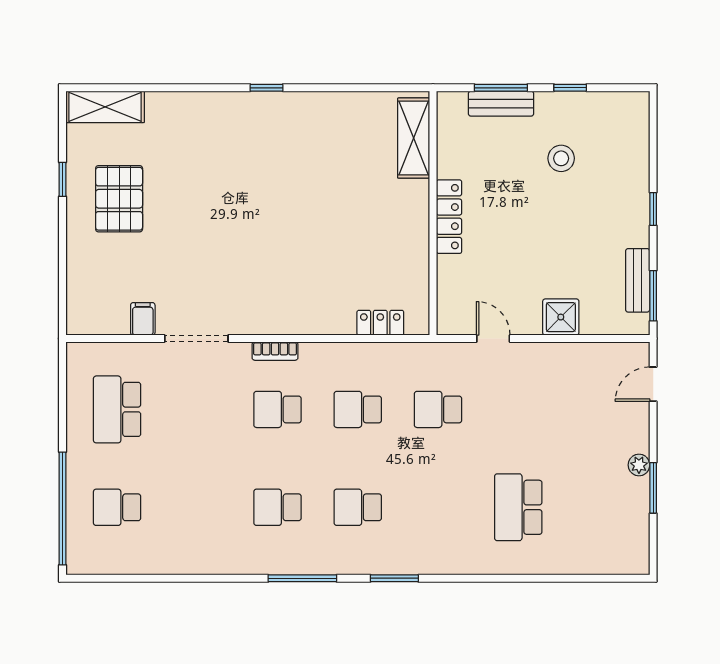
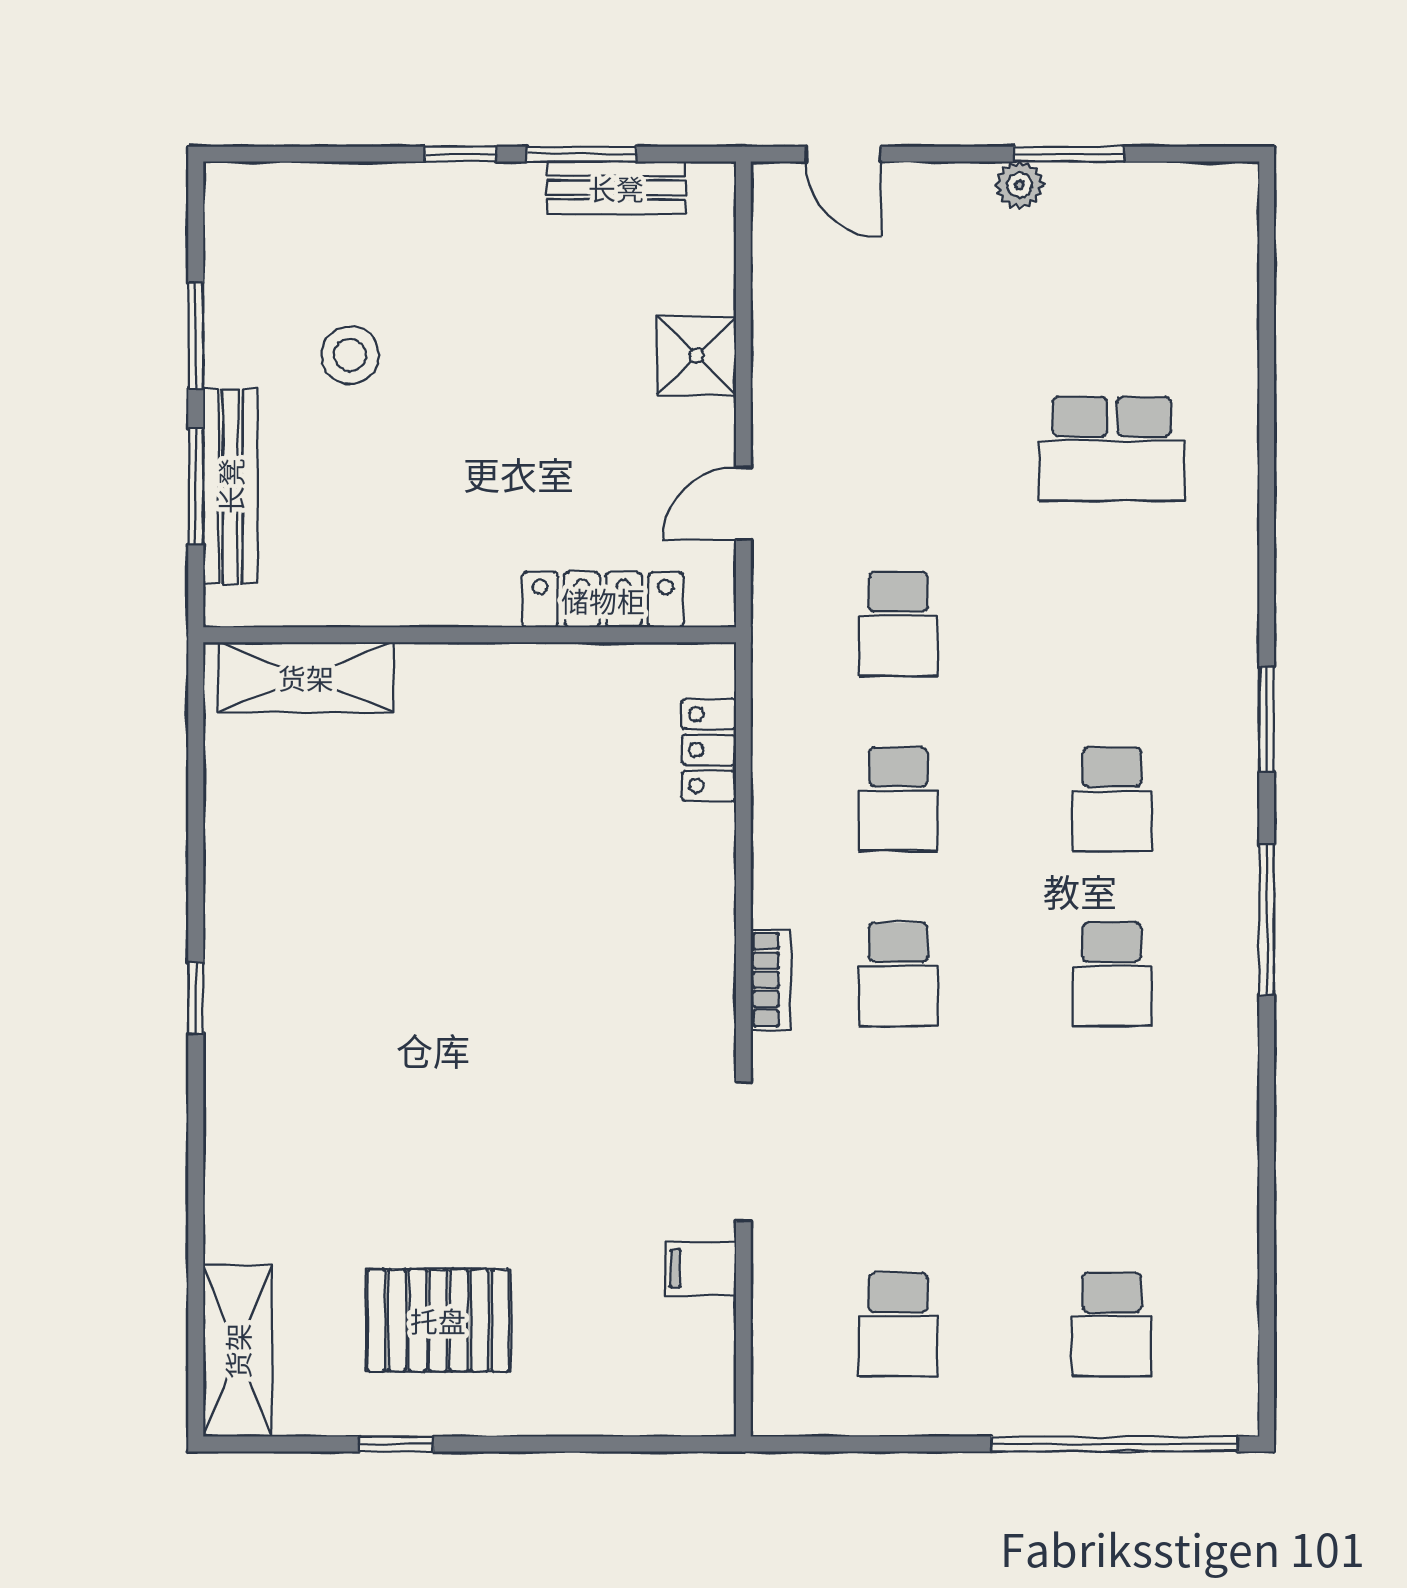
window: (570, 88) -> (196, 335), width x1.50
bench: (501, 104) -> (230, 486), width x1.36
locker: (449, 217) -> (603, 600), moved
window: (653, 296) -> (582, 154), moved
school desk: (117, 409) -> (898, 1325), width x0.54

